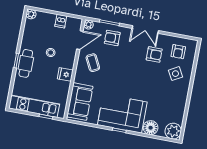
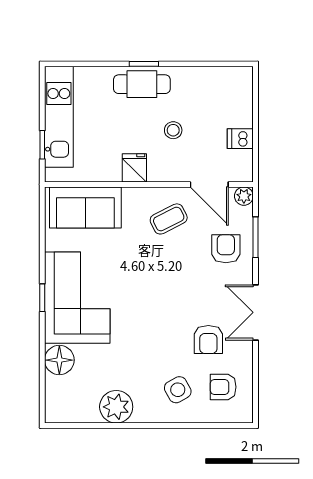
plant: (31, 14) -> (243, 76), removed
plant: (173, 131) -> (116, 407), moved

